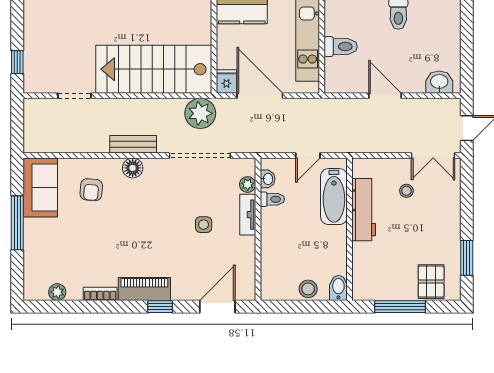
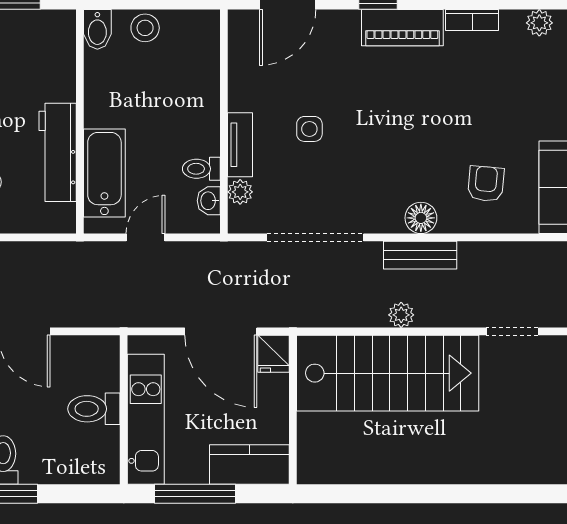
plant: (200, 113) -> (401, 315), moved, width x0.53, depth x0.53

